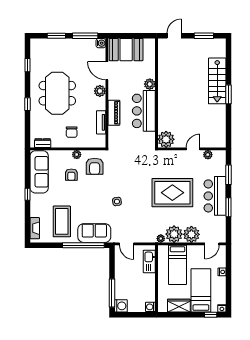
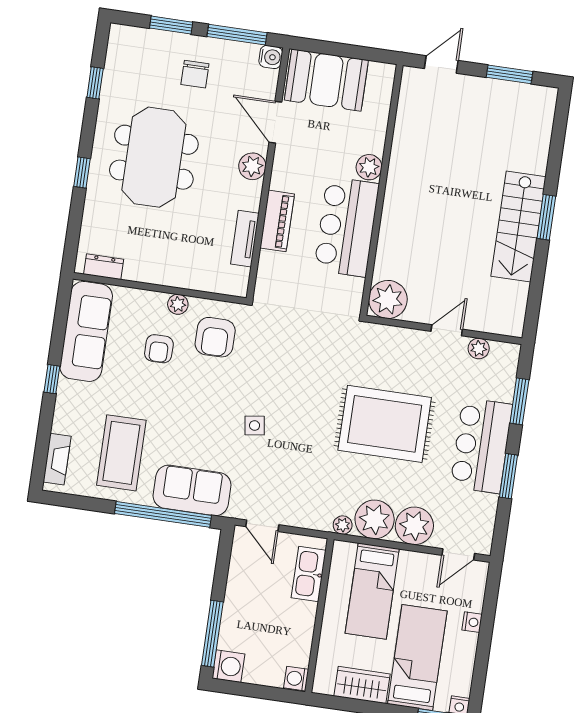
stairs: (217, 81) -> (518, 227), moved
chair: (72, 132) -> (195, 74), moved

